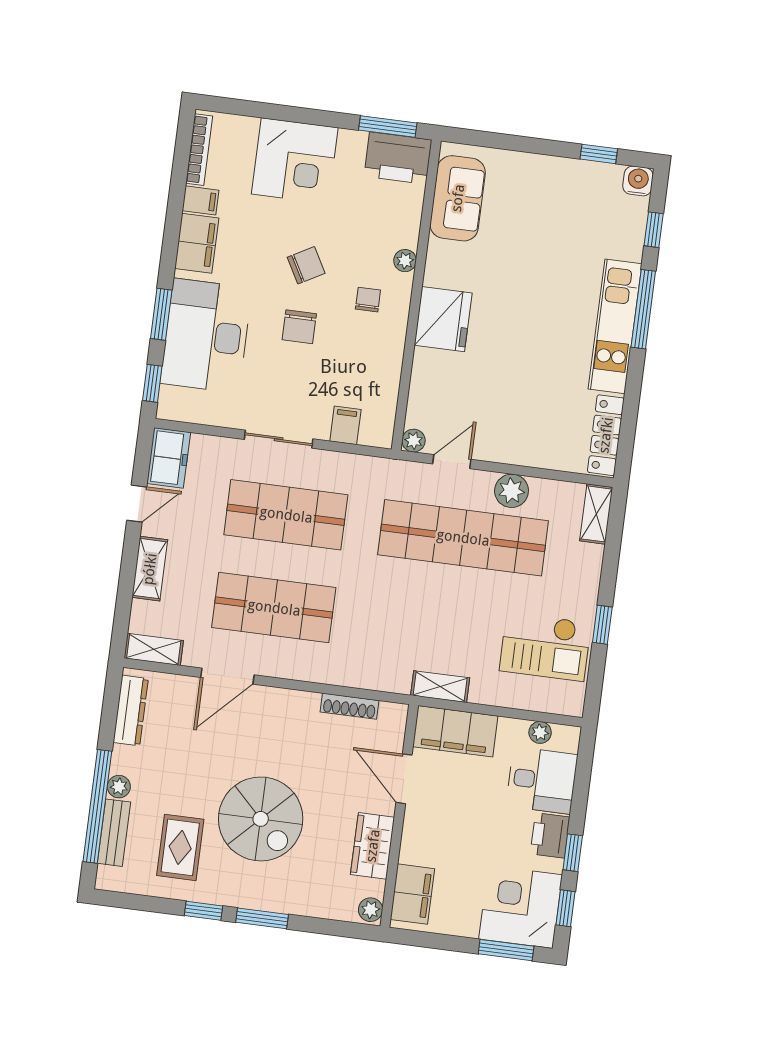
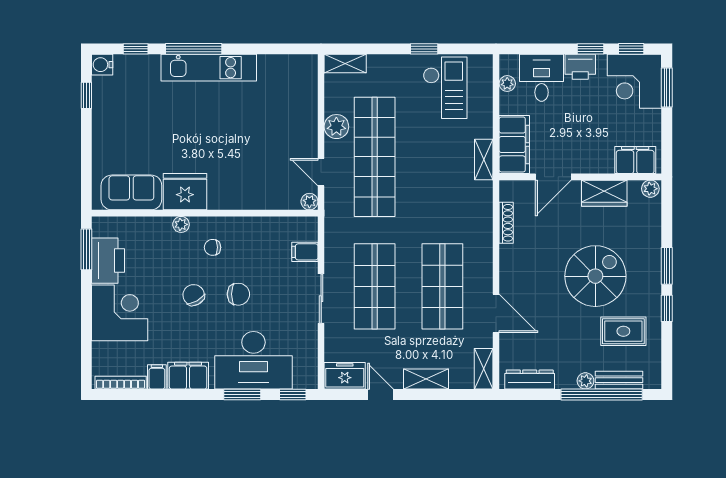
printer: (398, 158) -> (108, 261), moved
fridge: (443, 319) -> (185, 192), moved
locker: (606, 435) -> (288, 64), removed

